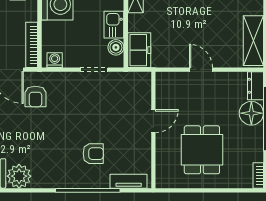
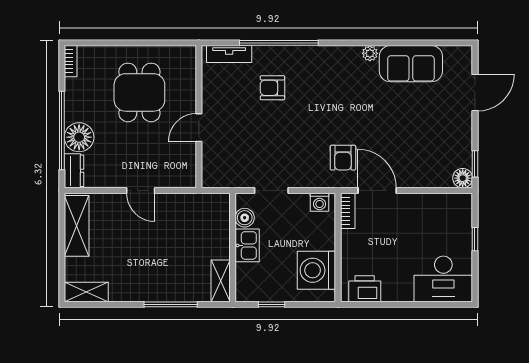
bookcase: (32, 45) -> (348, 211), width x0.64
freezer: (139, 50) -> (216, 214), removed
armchair: (35, 97) -> (343, 158), turned 180
plant: (19, 176) -> (370, 53), width x0.53, depth x0.53

